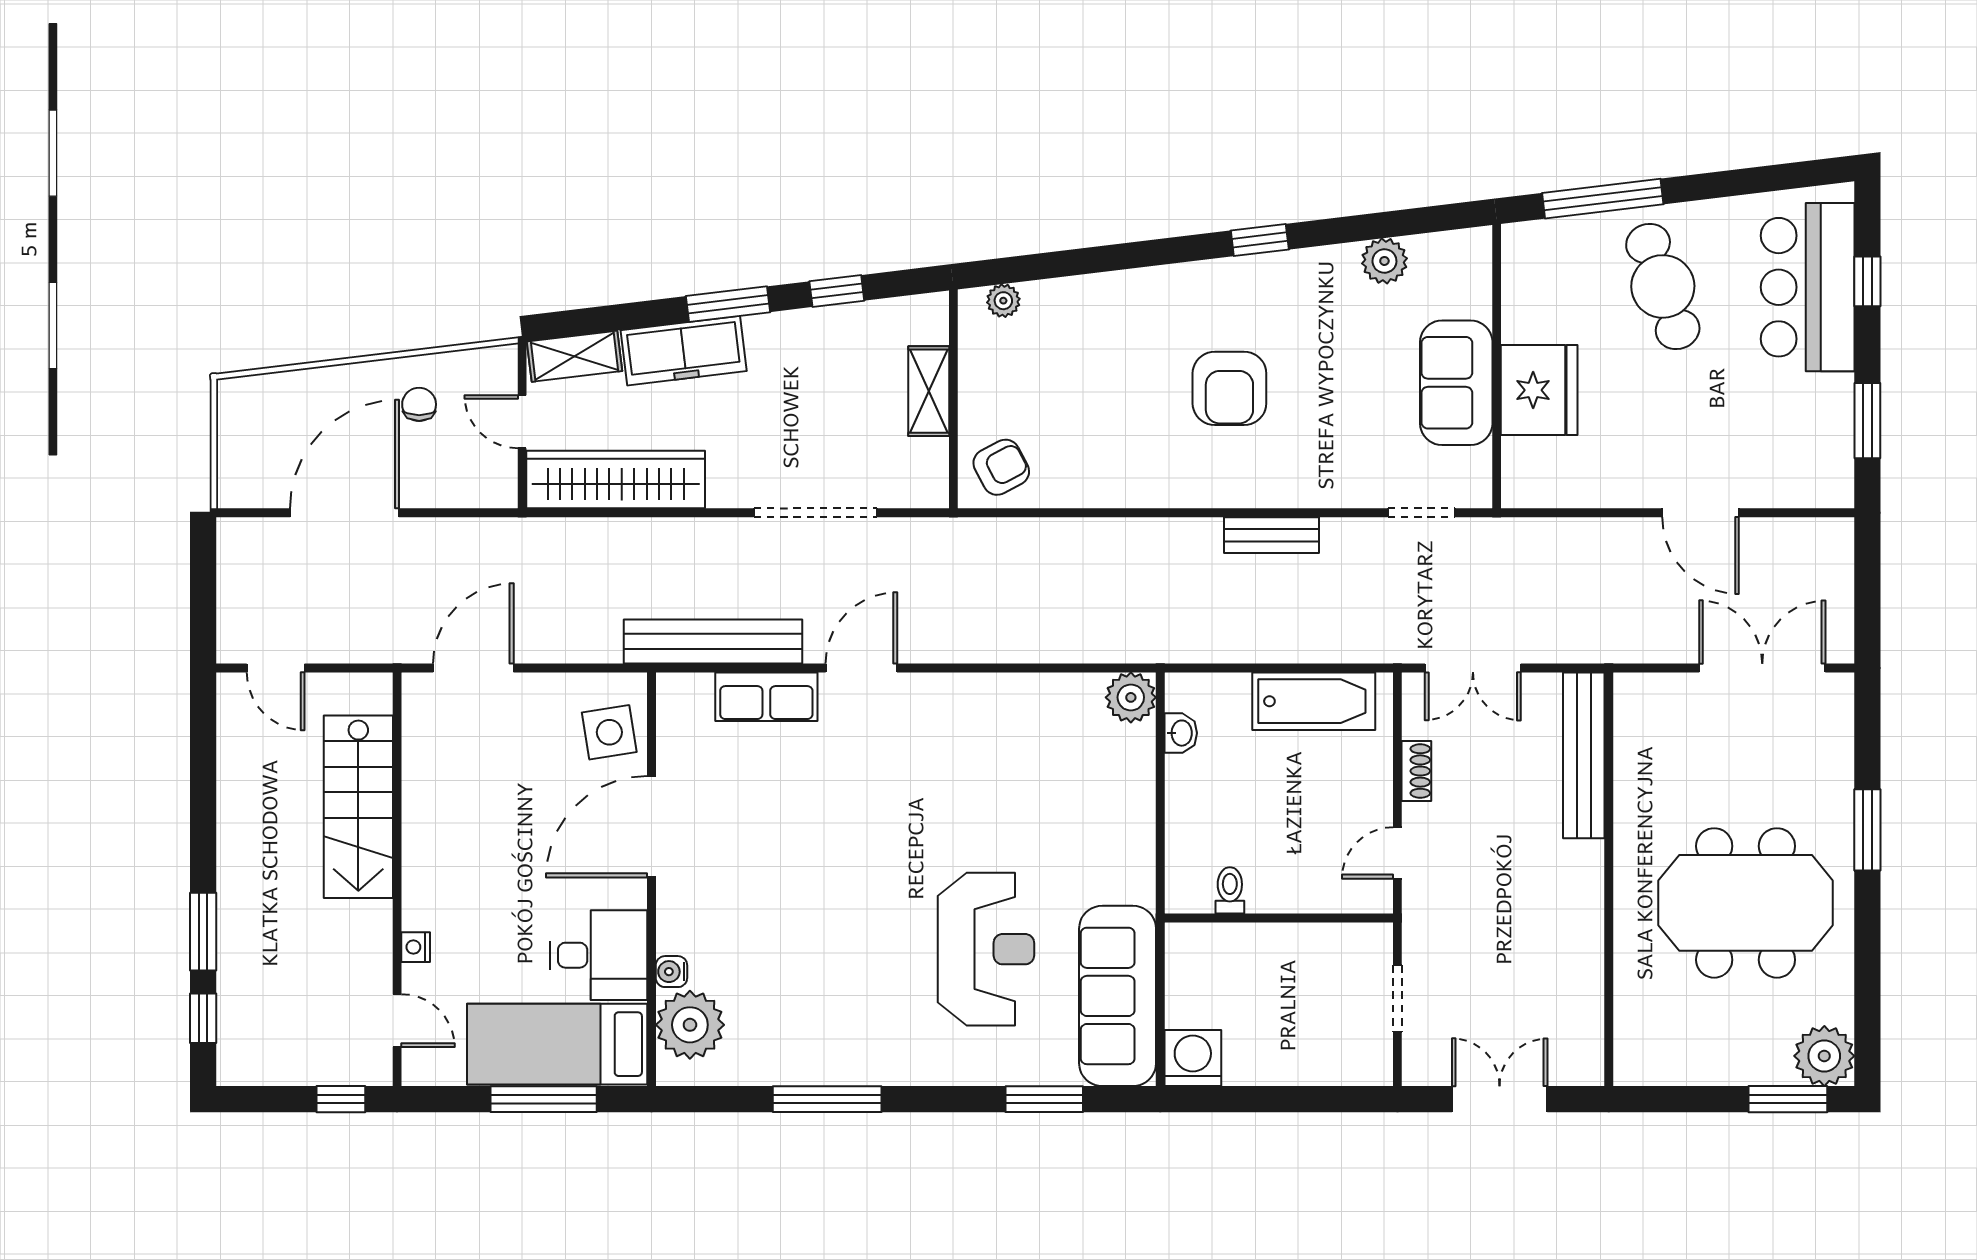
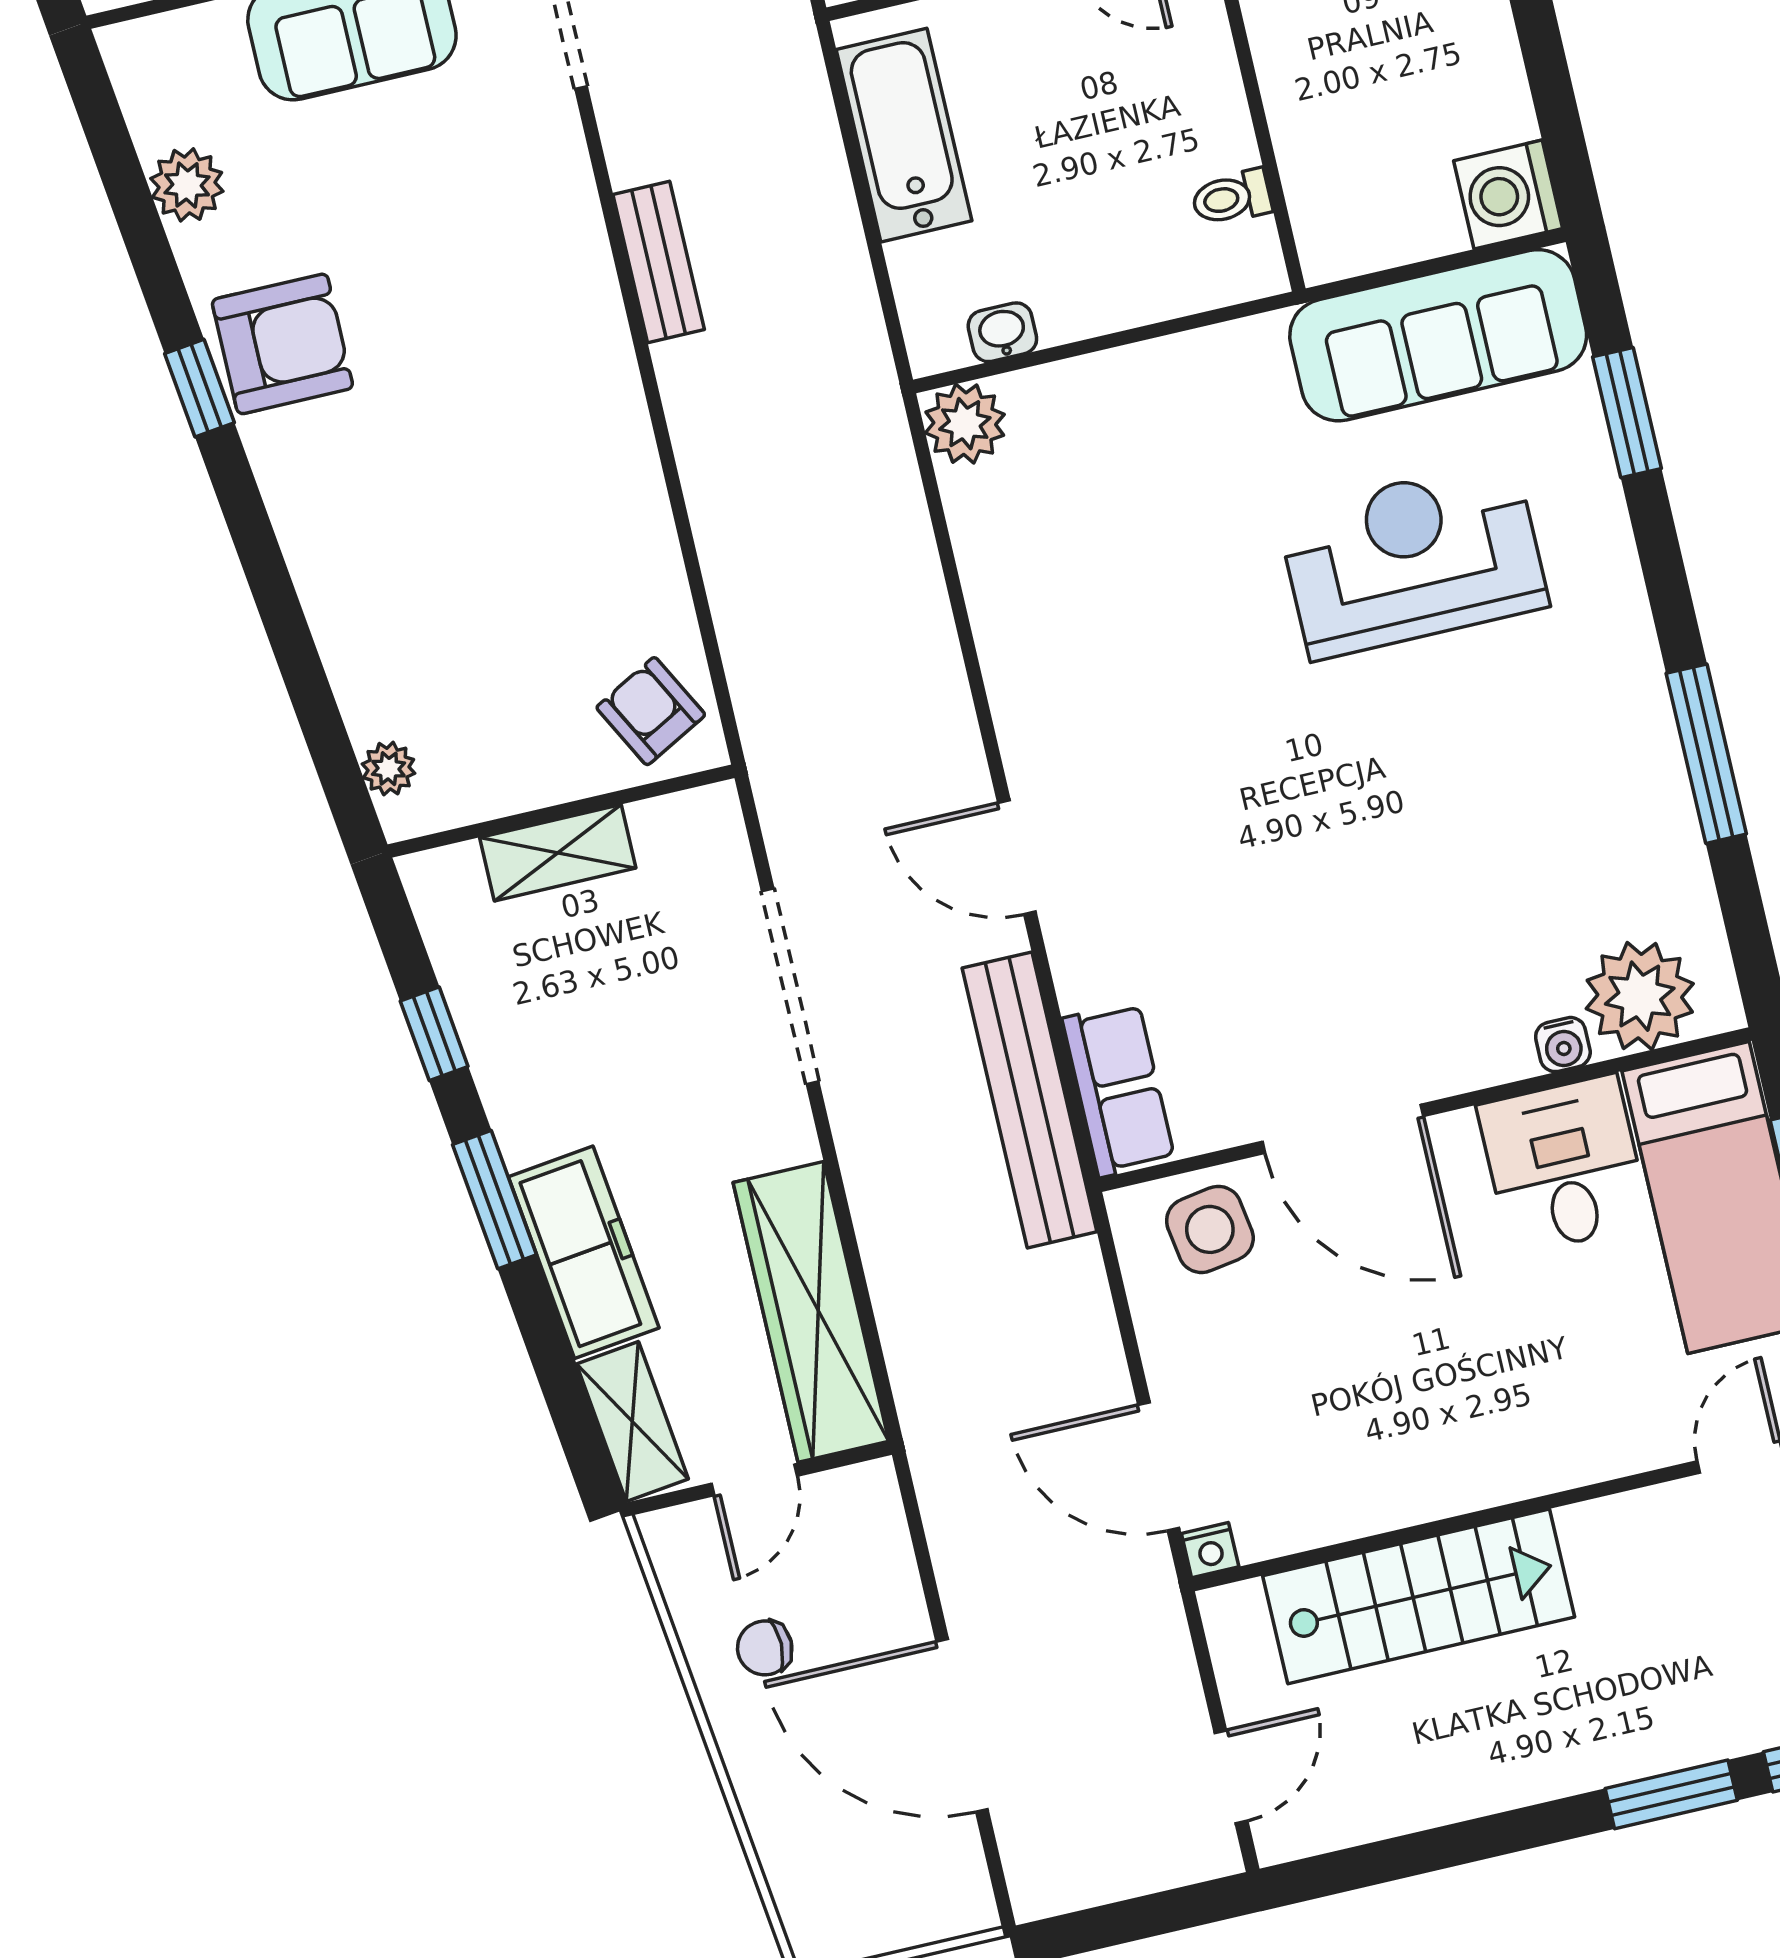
armchair: (1229, 388) -> (282, 344), moved
row of seats: (766, 697) -> (1118, 1089), moved
nightstand: (416, 947) -> (1210, 1550), moved

